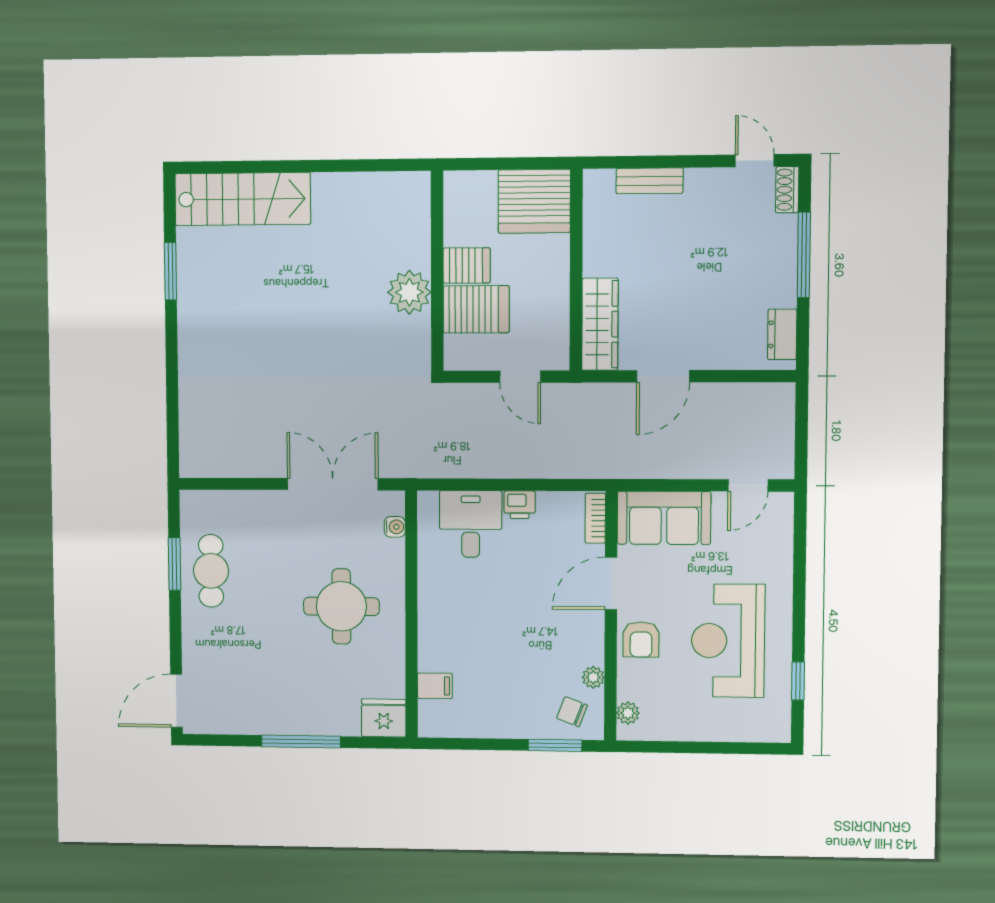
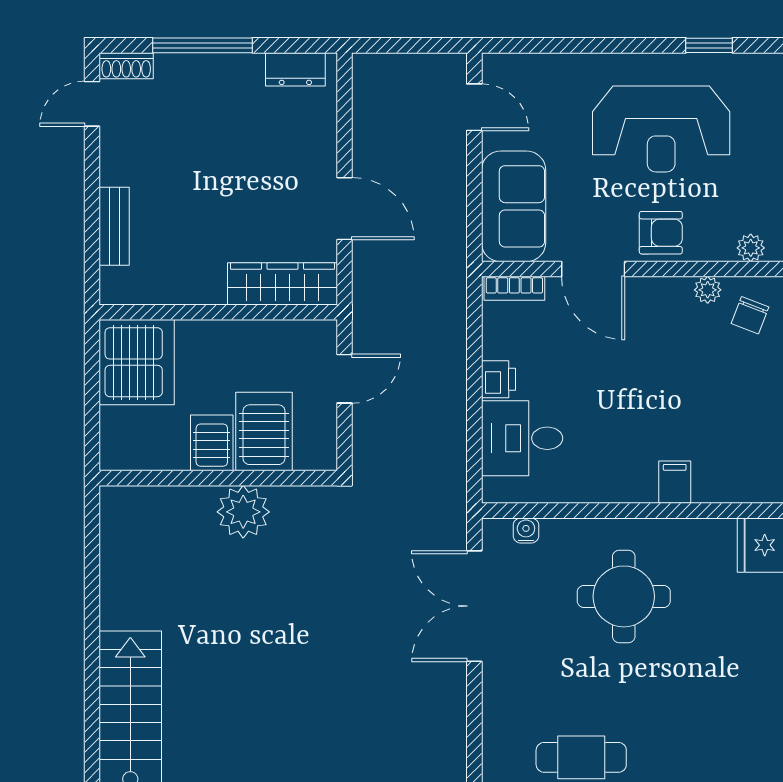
filing cabinet: (435, 686) -> (675, 482), moved

